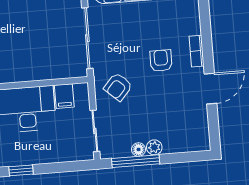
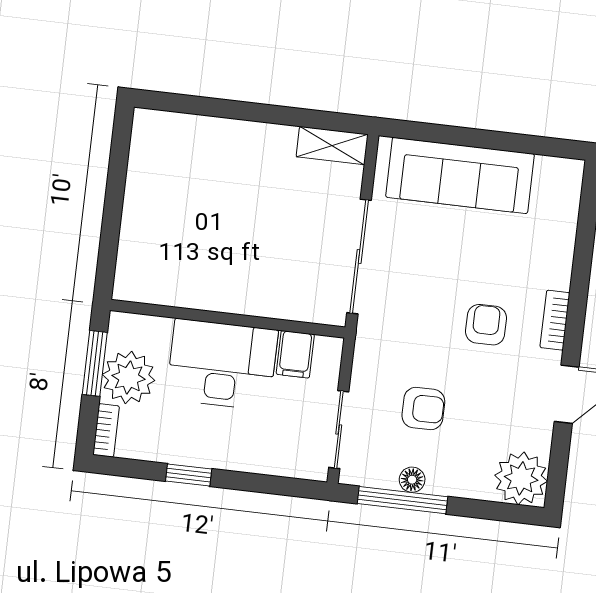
armchair: (118, 87) -> (423, 409), moved, turned -132
plant: (154, 147) -> (521, 478), moved, width x1.87, depth x1.87

